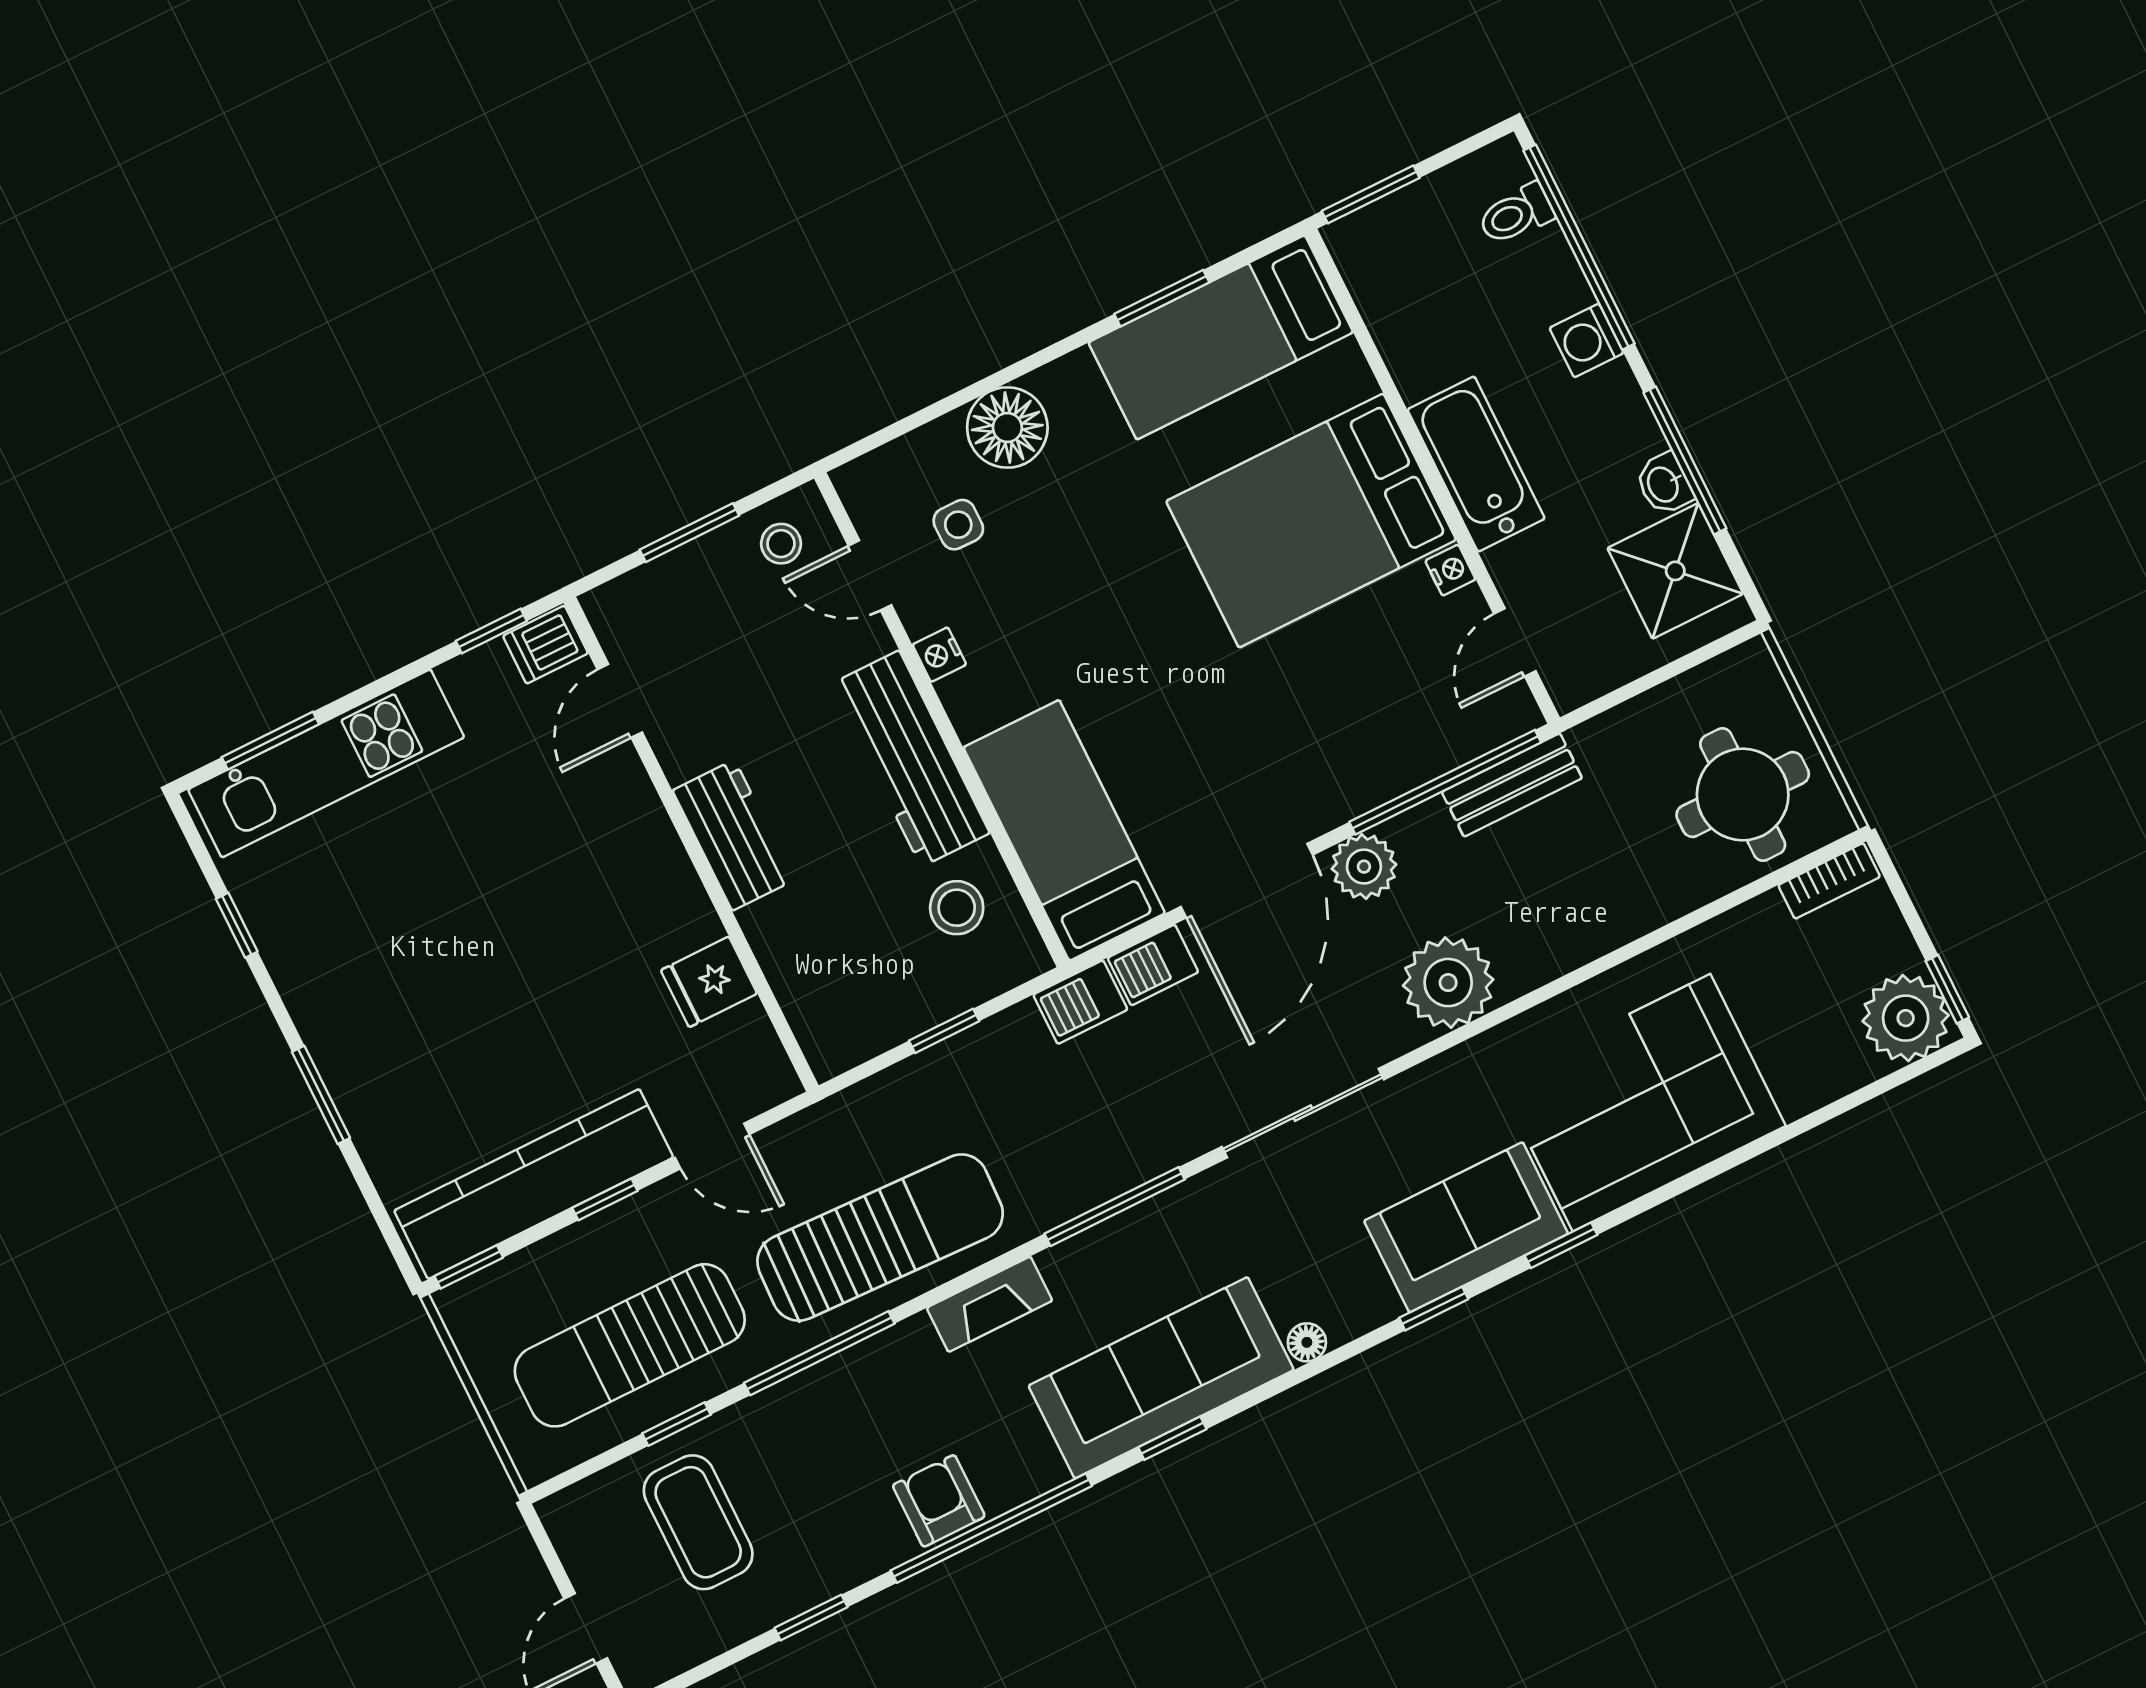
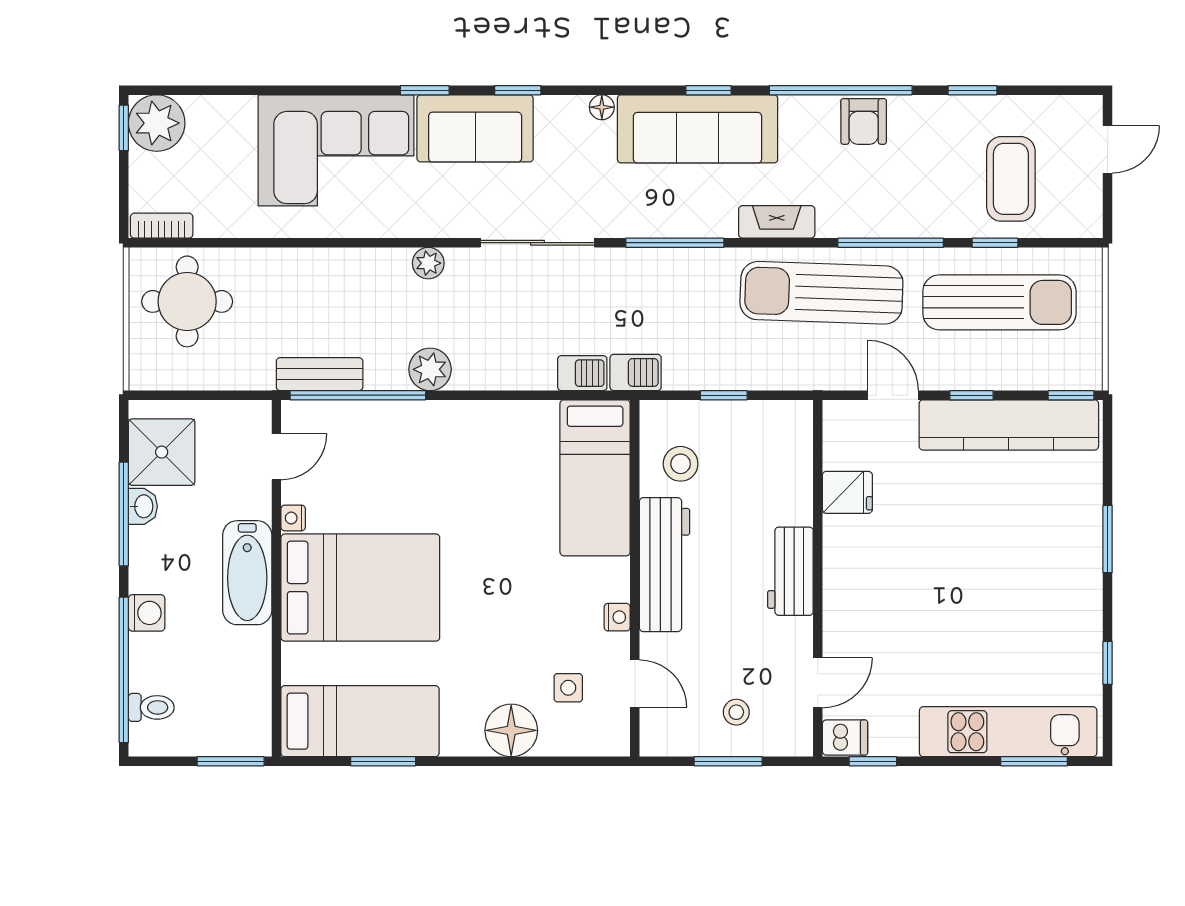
stool: (781, 544) -> (736, 712), moved
door: (1247, 881) -> (503, 395), removed
plant: (1448, 983) -> (428, 263), width x0.53, depth x0.53

